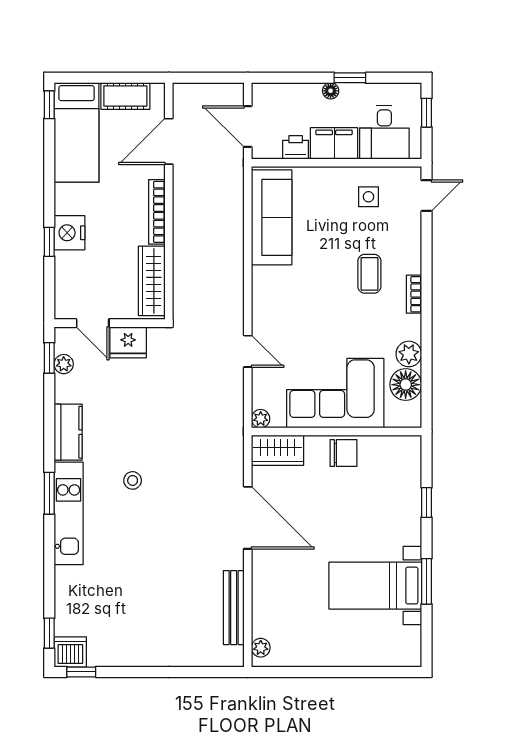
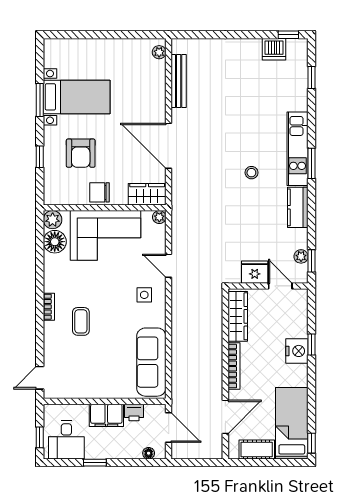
floor lamp: (331, 91) -> (149, 453), moved
desk: (384, 132) -> (66, 440), moved, turned 180
side table: (368, 197) -> (144, 295), moved
plant: (409, 354) -> (53, 220), moved
armchair: (370, 507) -> (81, 153), added
window: (49, 633) -> (311, 77), moved
dishwasher: (70, 652) -> (274, 49), moved

